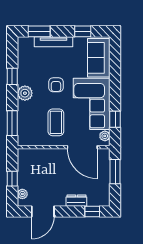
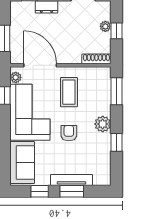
window: (39, 31) -> (72, 191), moved
shoe rack: (31, 153) -> (96, 59), added
plant: (22, 194) -> (105, 26), moved

